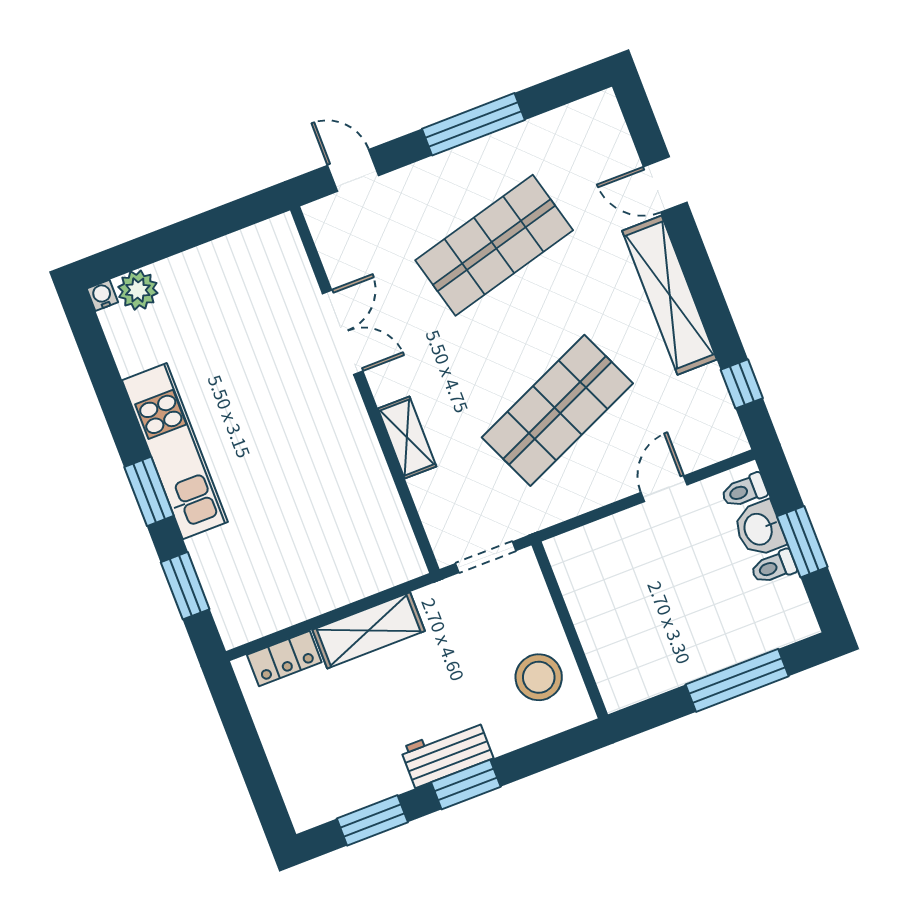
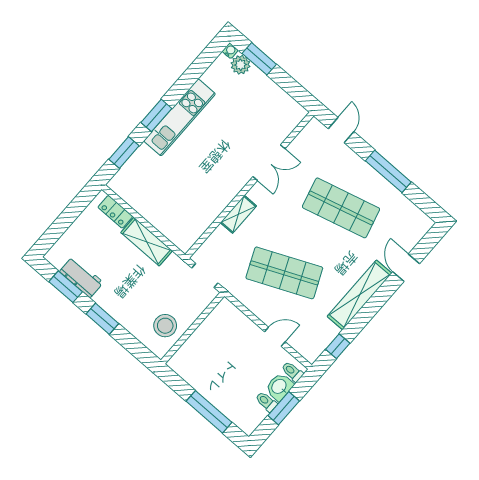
window: (145, 250) -> (259, 59), added
workbench: (447, 753) -> (81, 277), moved

